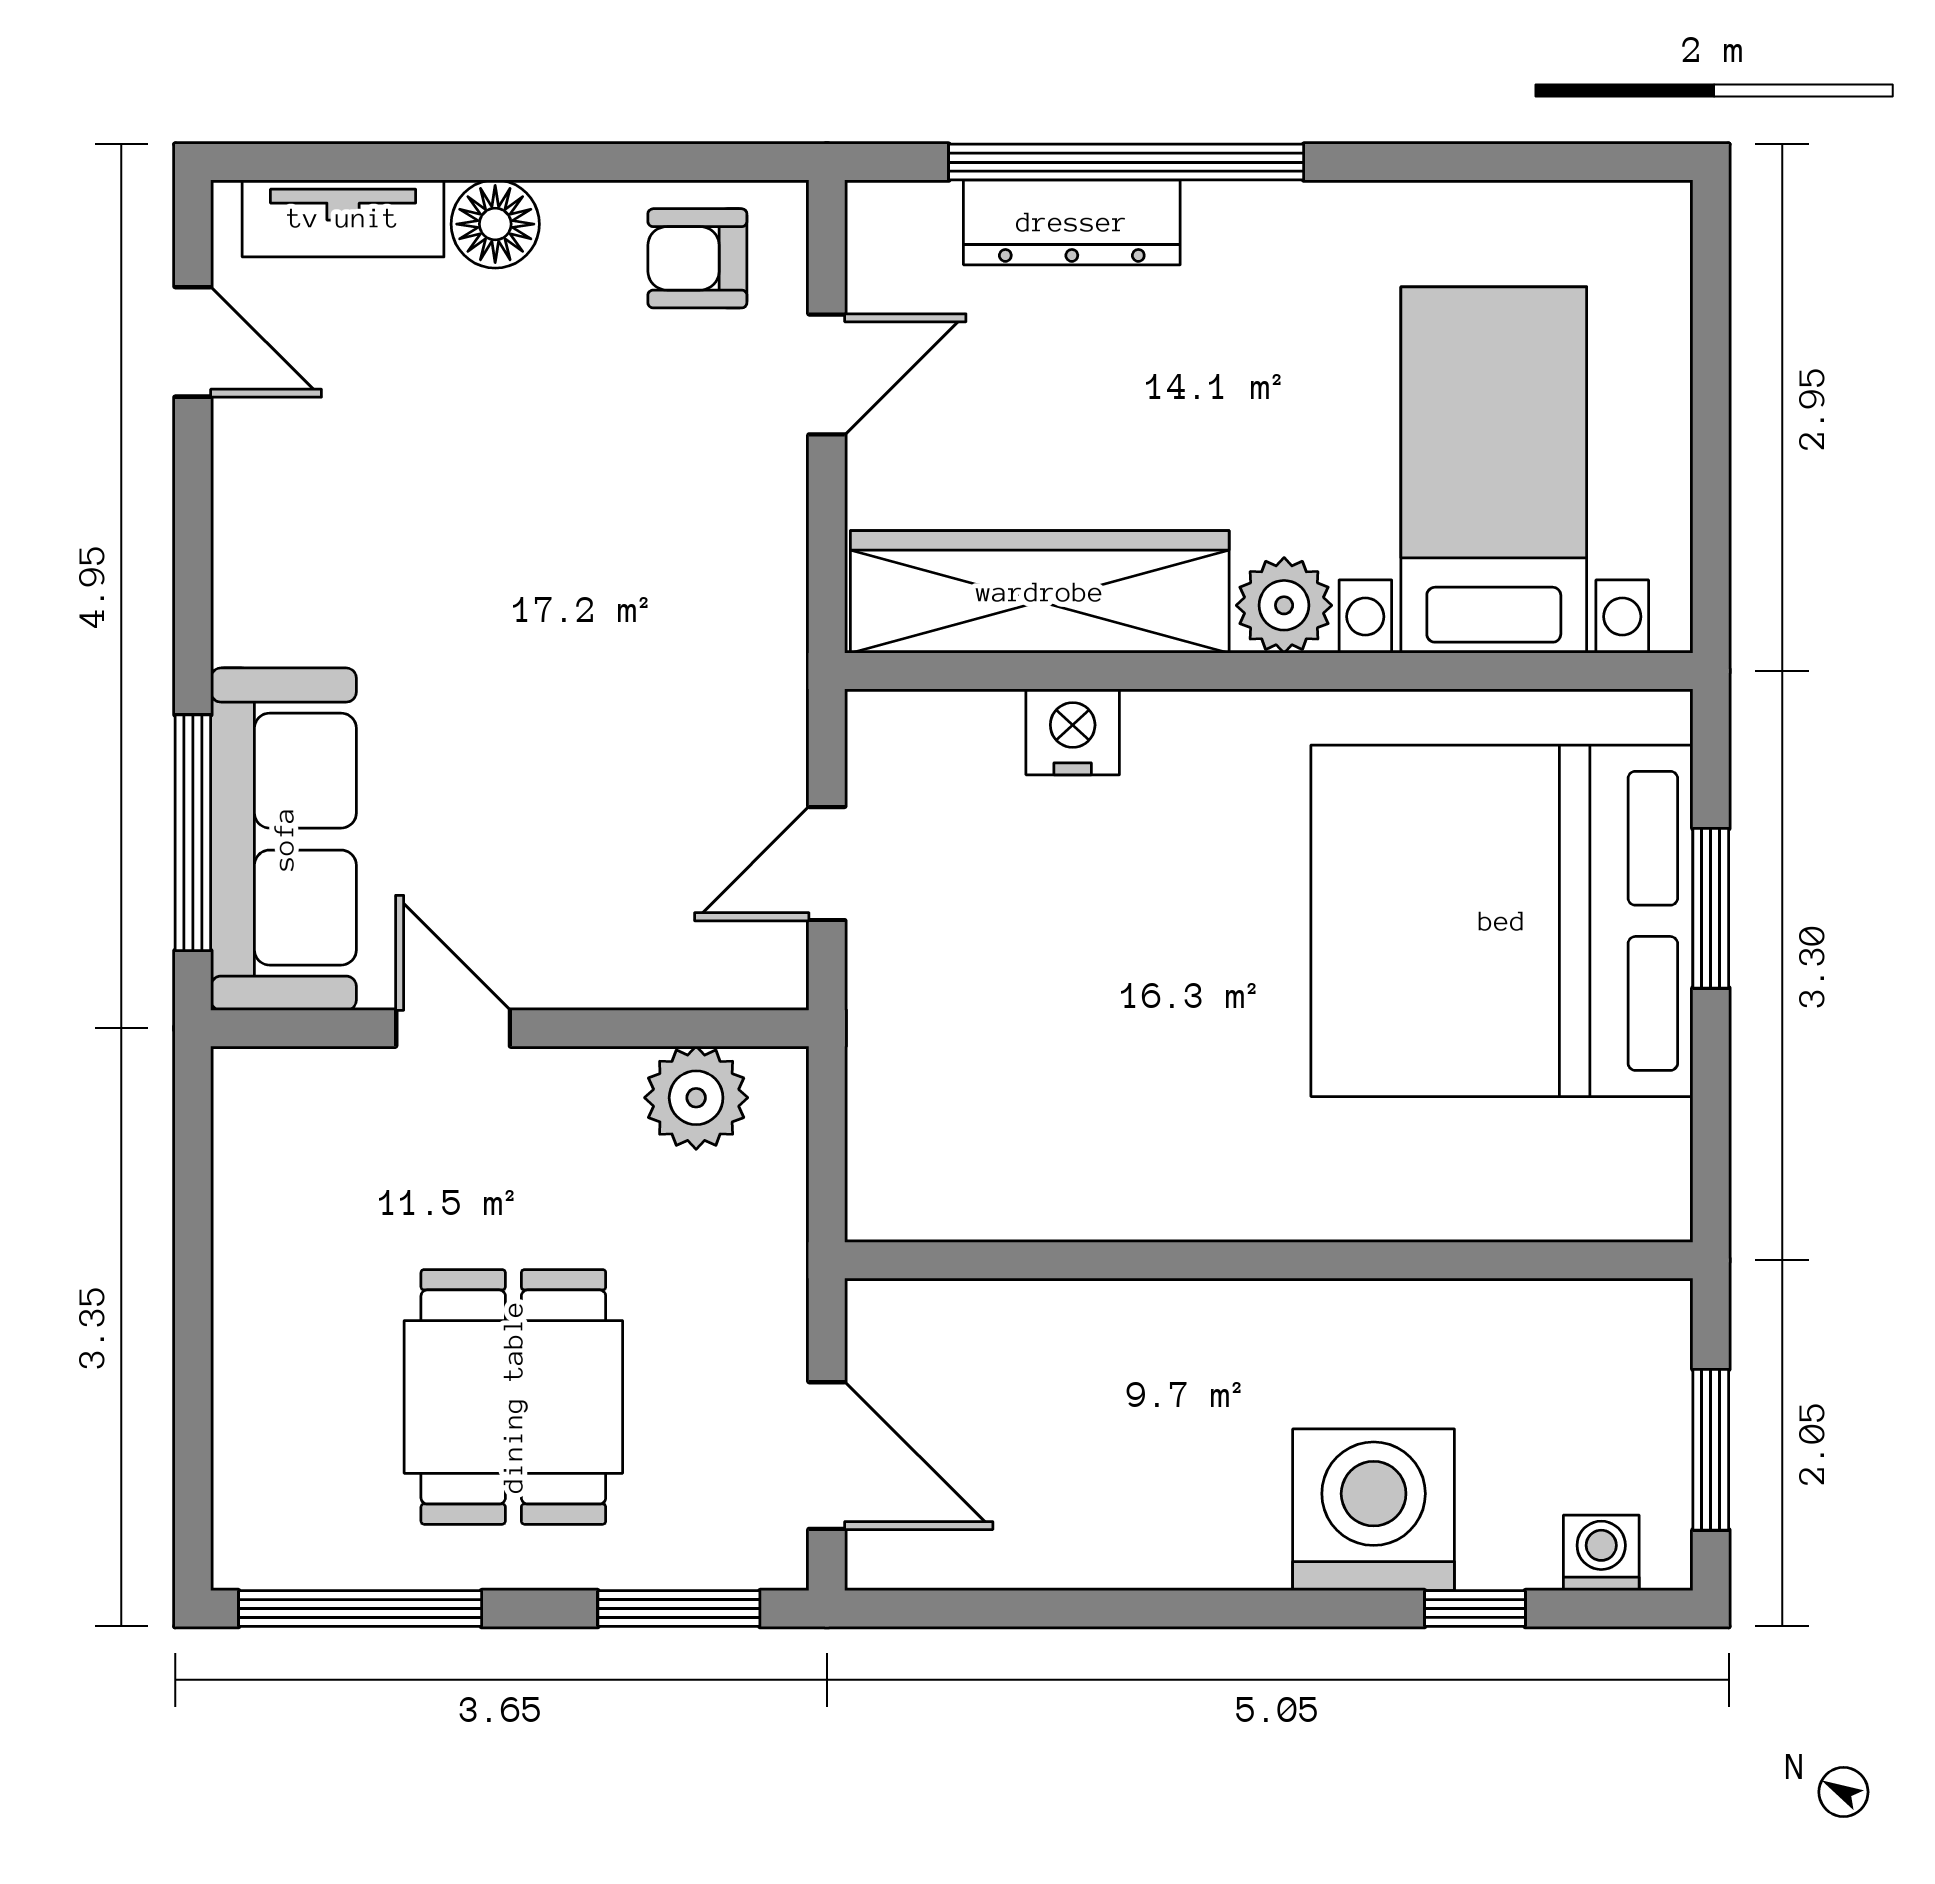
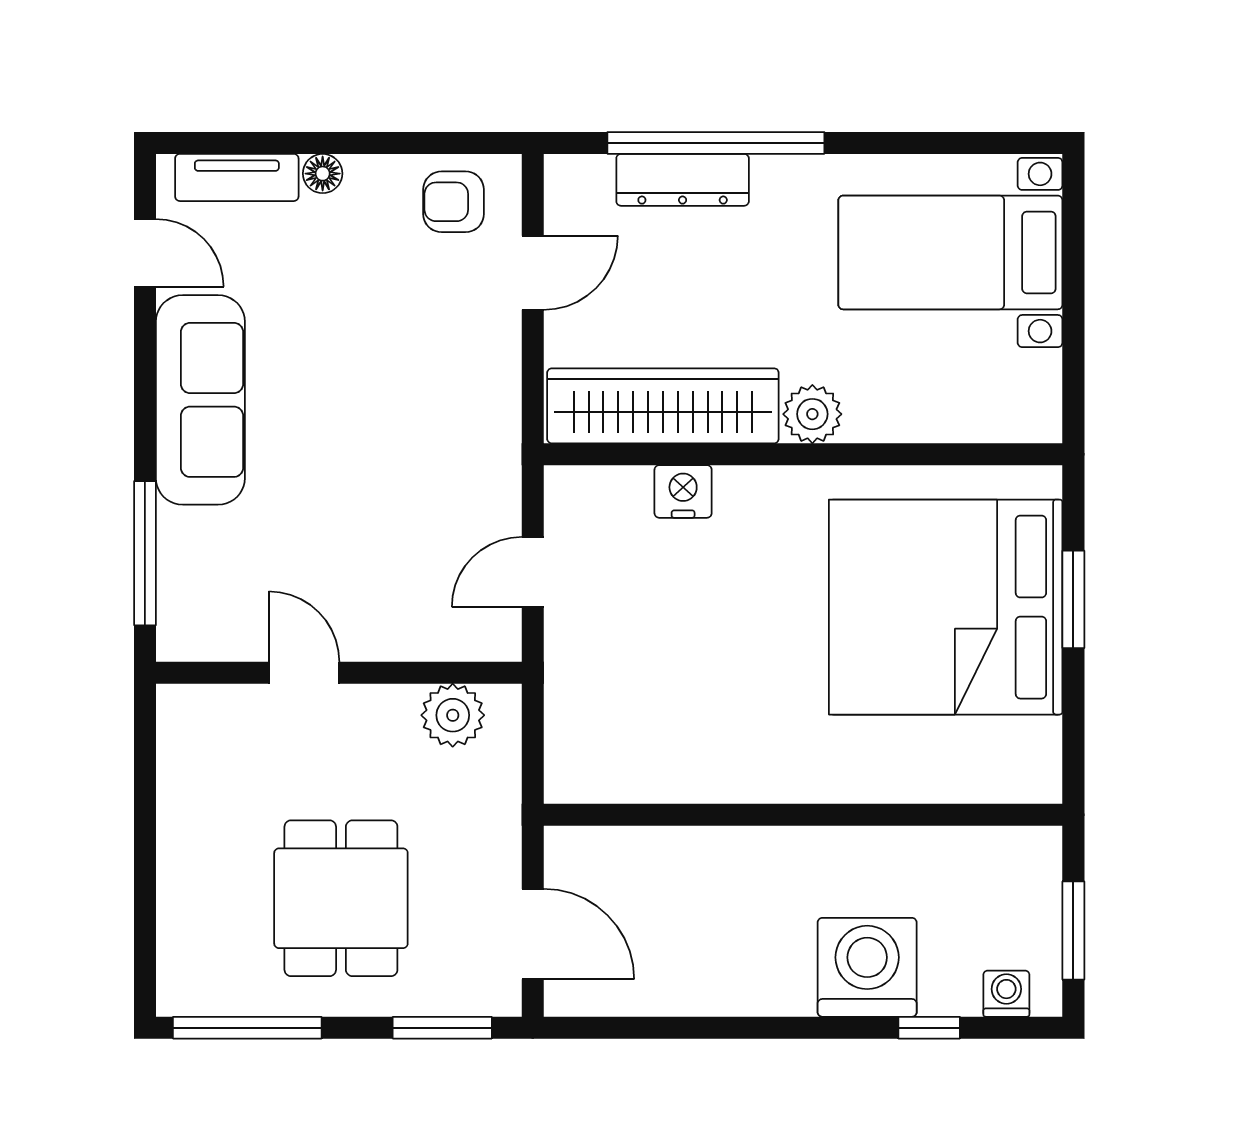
floor lamp: (495, 224) -> (323, 174), width x0.73, depth x0.73
bed with nightstands: (1494, 470) -> (950, 252), moved, turned -90
sofa: (284, 839) -> (200, 400), moved

